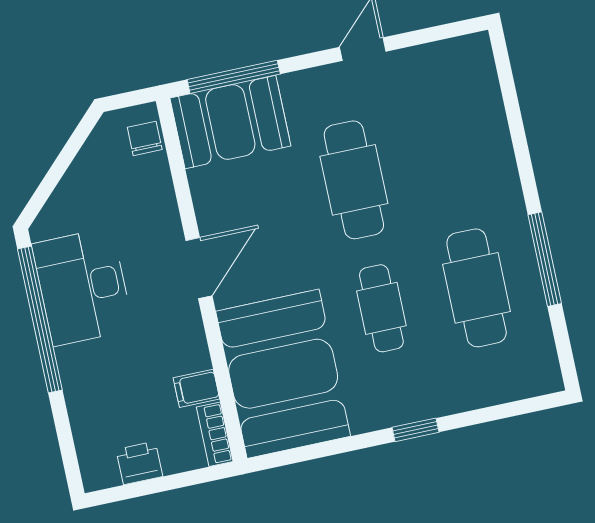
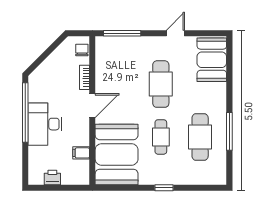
booth: (230, 122) -> (212, 60), moved, turned 90
desk: (83, 287) -> (45, 124), moved
bookcase: (215, 434) -> (84, 77), moved

